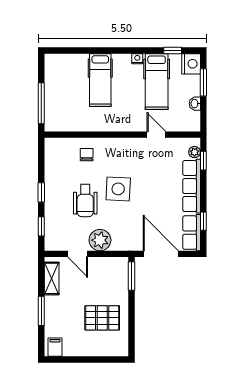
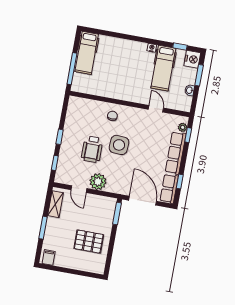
hospital bed: (100, 80) -> (87, 53), moved
chair: (87, 155) -> (112, 116), moved

